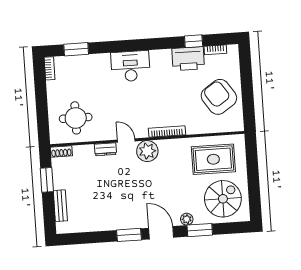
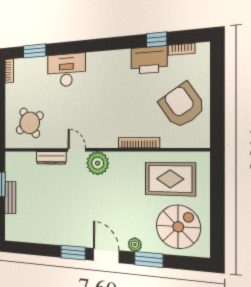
desk: (130, 66) -> (66, 70), moved
round table: (76, 118) -> (30, 123), turned -32
bookcase: (167, 132) -> (139, 143), moved
dresser: (105, 149) -> (51, 158), width x1.44
shoe rack: (61, 152) -> (15, 157), removed
bench: (60, 206) -> (10, 198), moved

